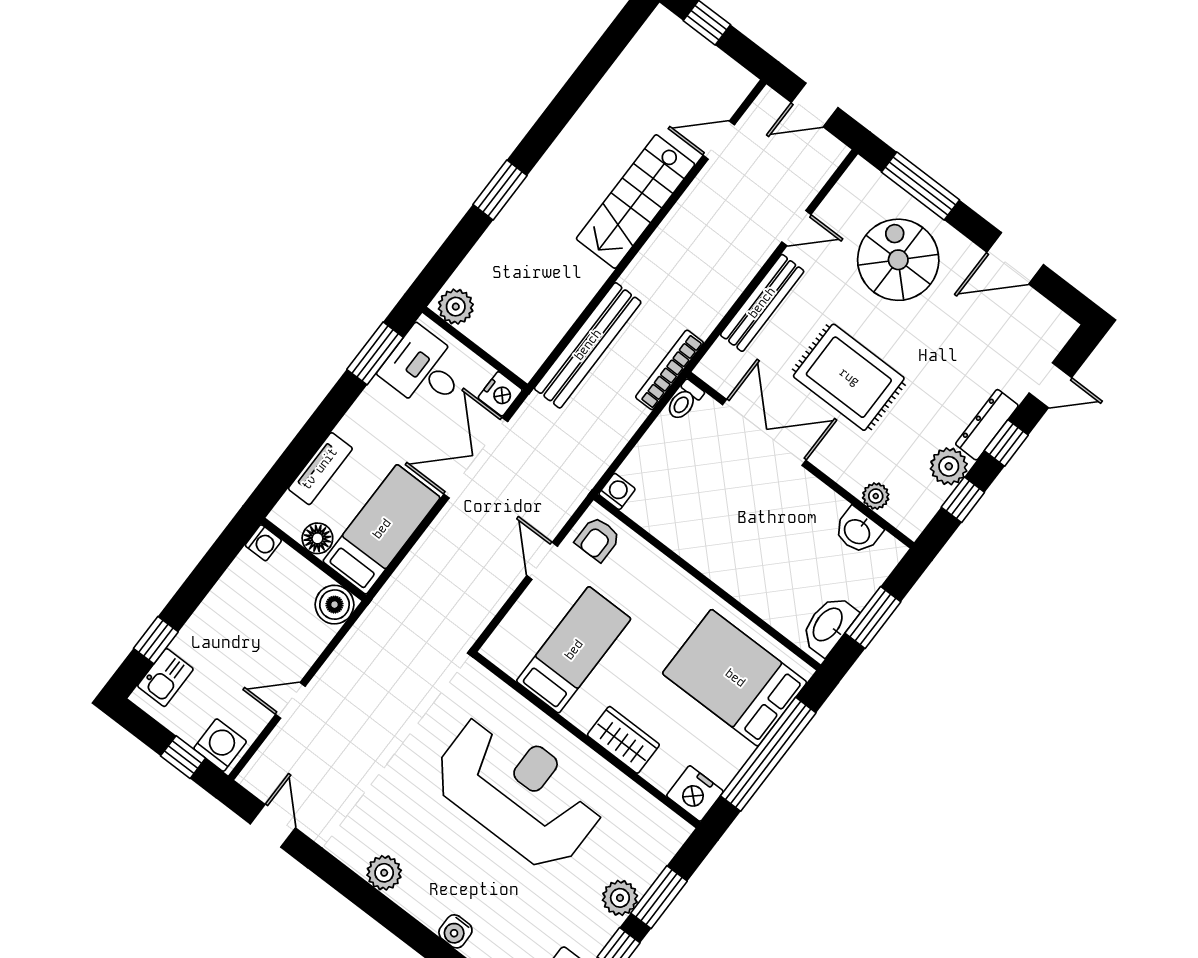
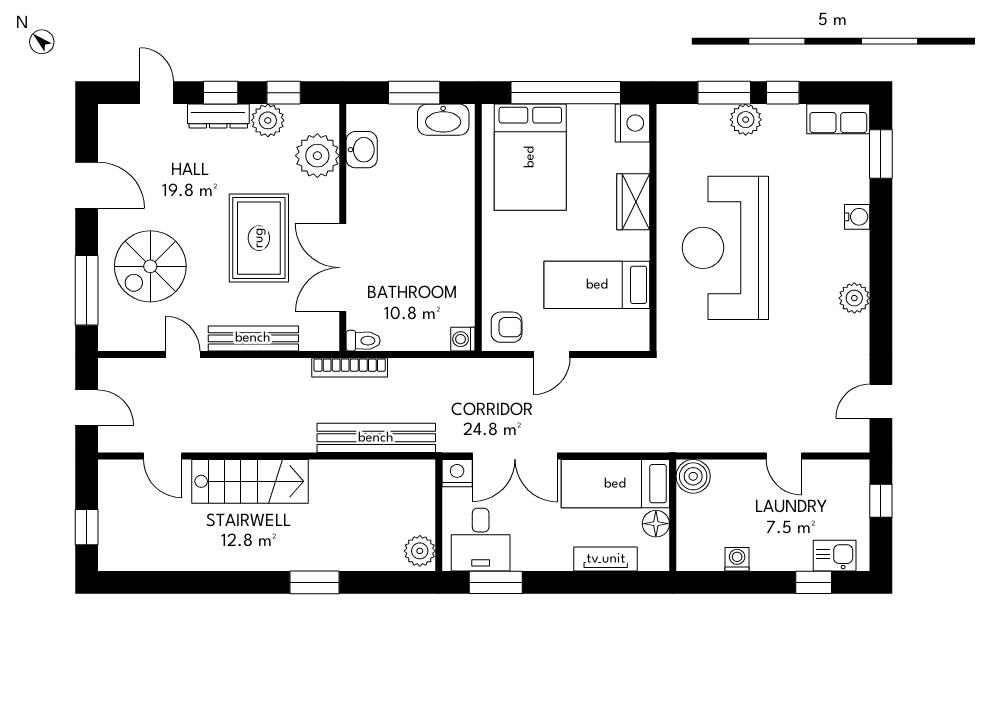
plant: (876, 496) -> (317, 156), width x1.88, depth x1.88
washing machine: (263, 543) -> (737, 559), moved
washing machine: (220, 745) -> (853, 481), removed

